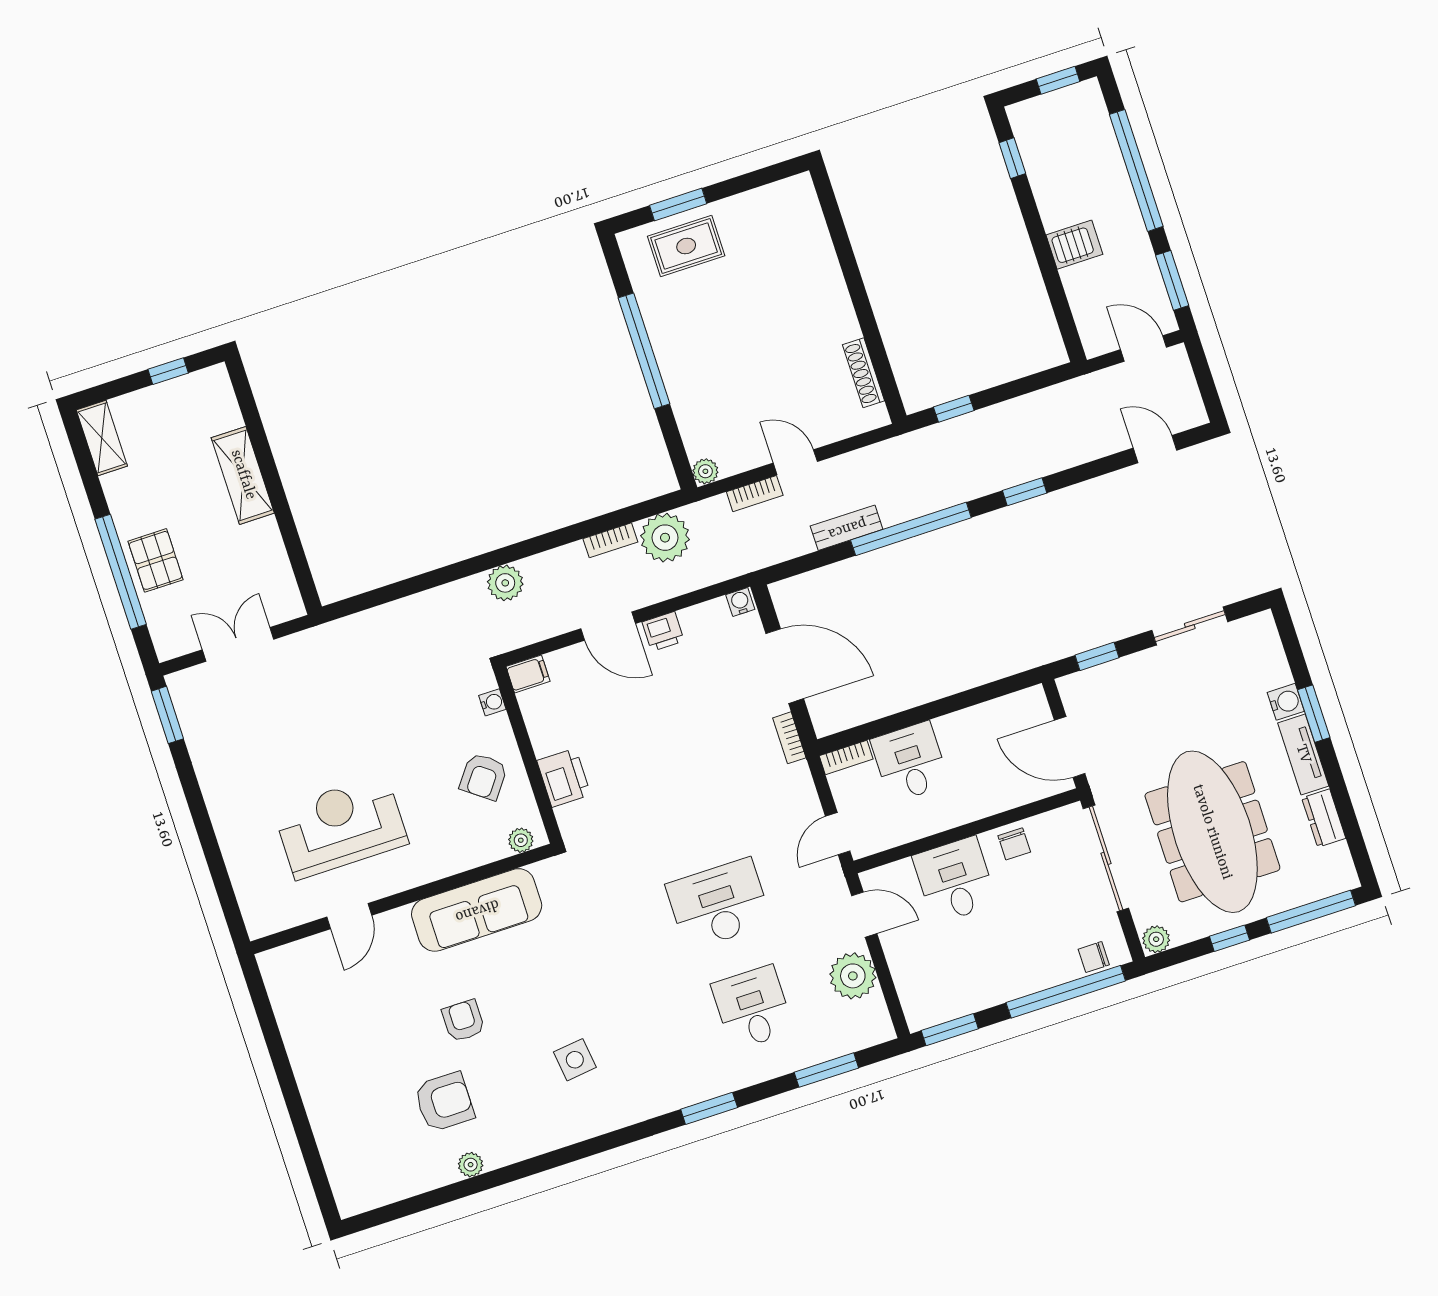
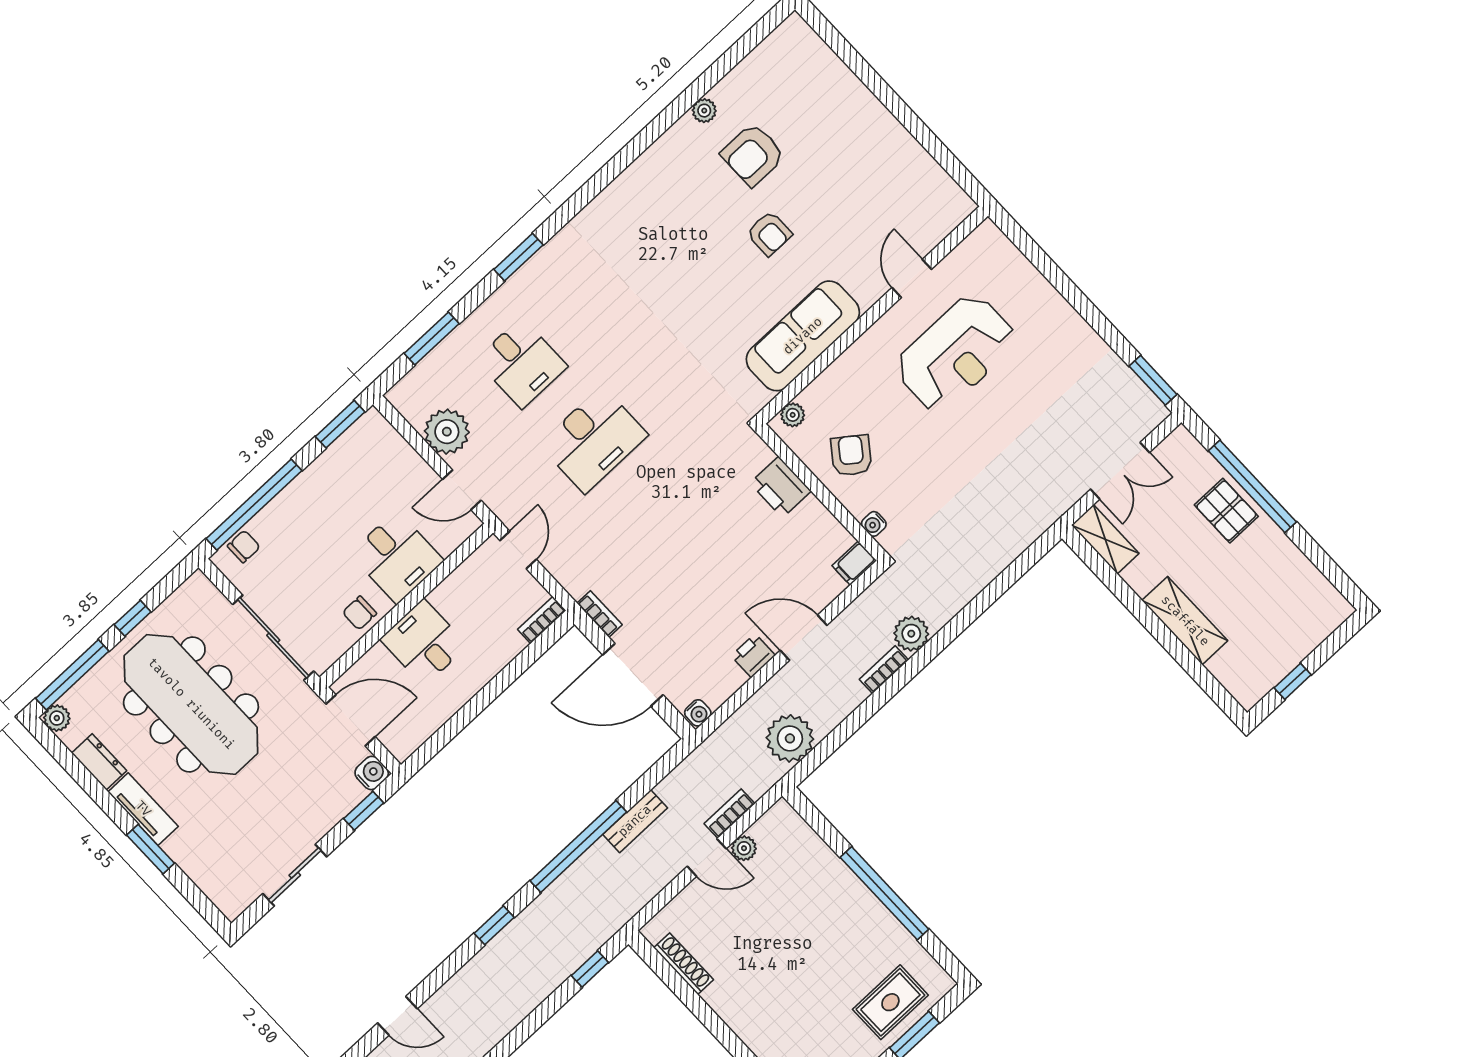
shelving: (102, 438) -> (1105, 539), moved
plant: (705, 471) -> (744, 848), moved
bookcase: (610, 540) -> (884, 670), moved
water cooler: (1286, 702) -> (372, 773), moved, turned 180
desk: (910, 762) -> (424, 642), moved, turned 180
chair: (1014, 844) -> (359, 613), turned -90
plant: (1156, 939) -> (57, 718), moved
side table: (575, 1060) -> (656, 245), removed

